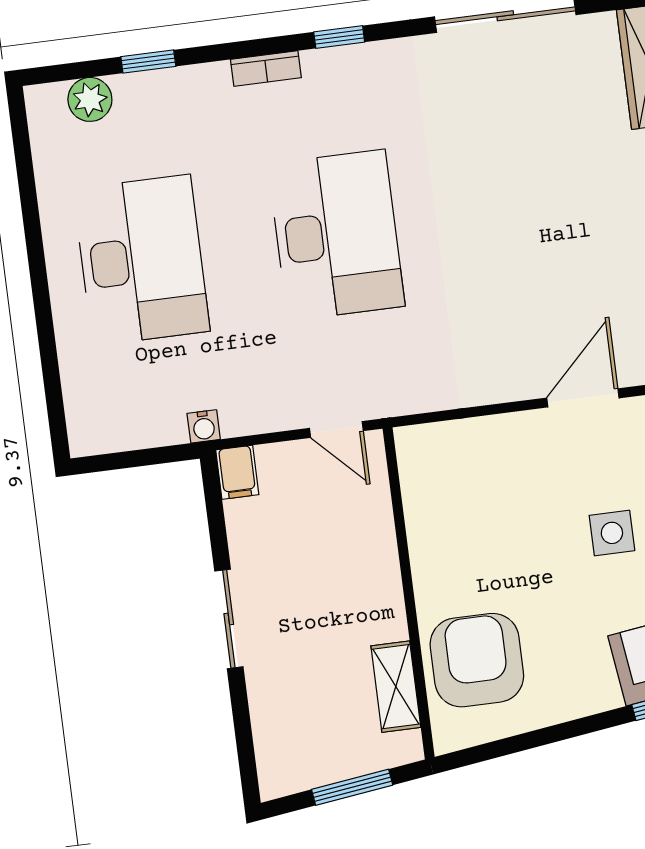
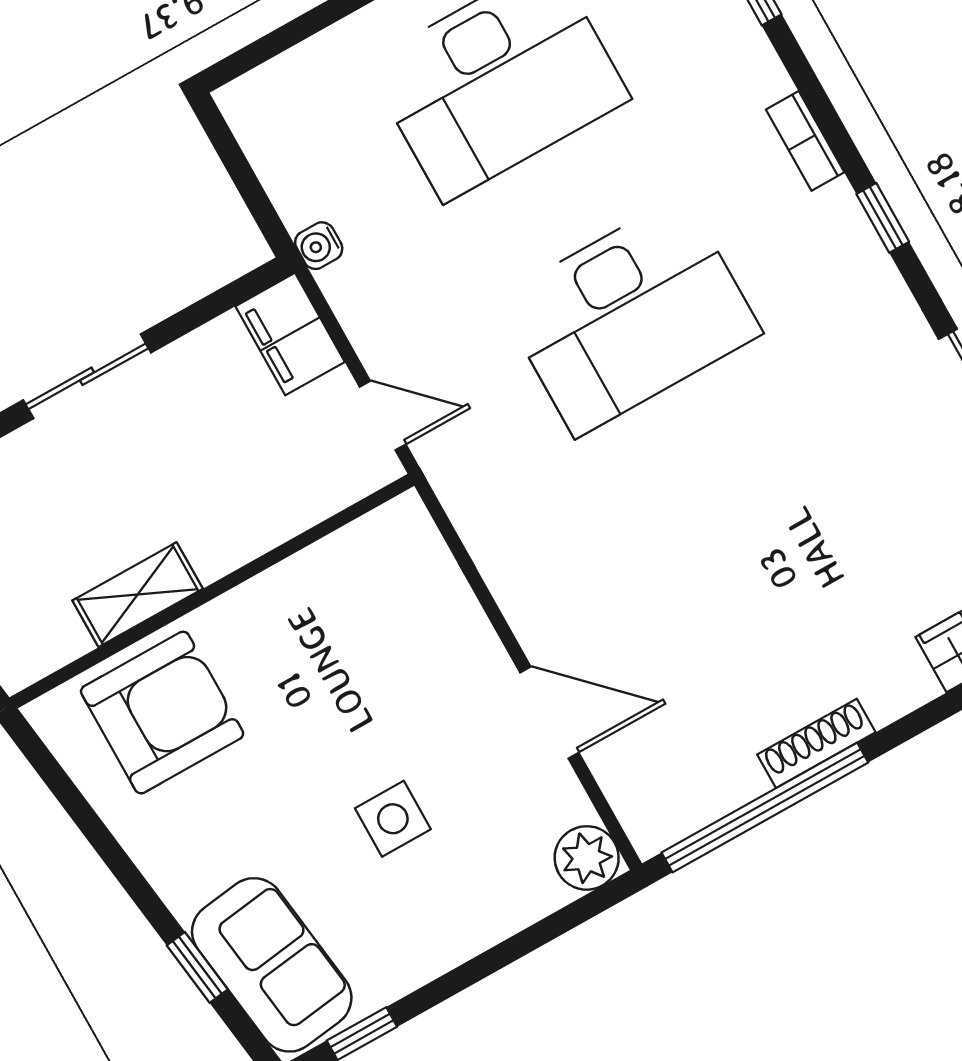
door: (336, 429) -> (383, 416), swing flipped
filing cabinet: (237, 472) -> (290, 334), width x2.00
shelving: (396, 687) -> (138, 595), moved

